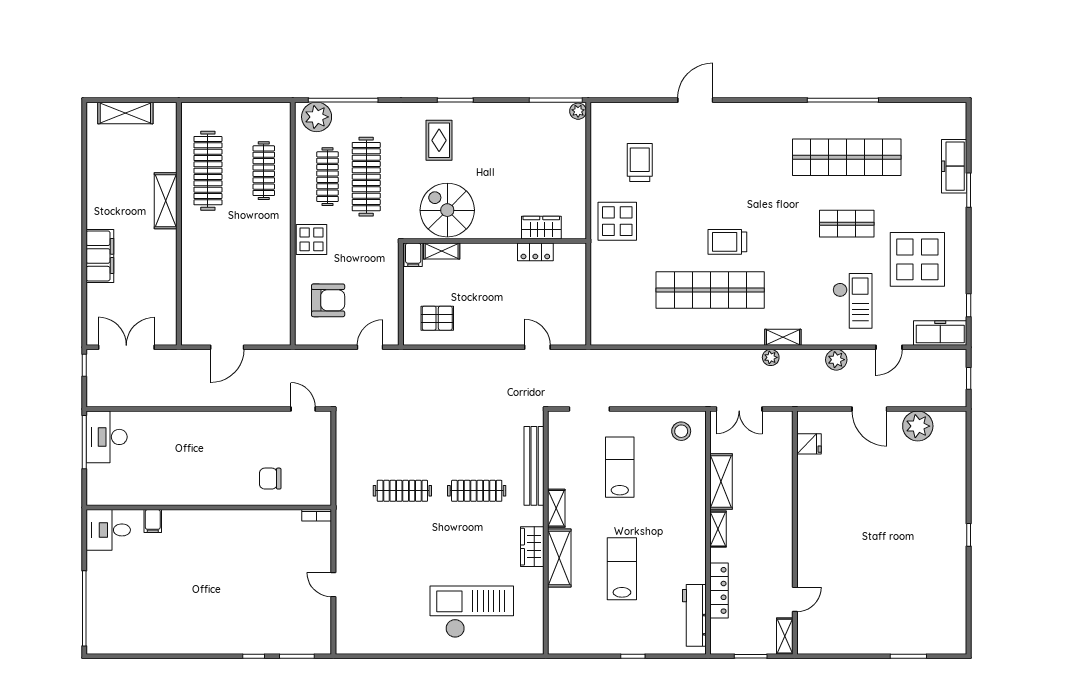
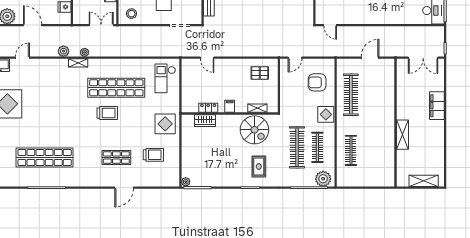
trolley: (640, 163) -> (153, 155), turned -90
clothes rail: (208, 171) -> (351, 95), moved
shop shelf: (847, 224) -> (116, 158), moved
filing cabinet: (413, 255) -> (230, 106), moved
checkout: (852, 301) -> (165, 78), moved
plant: (836, 360) -> (63, 51), moved

